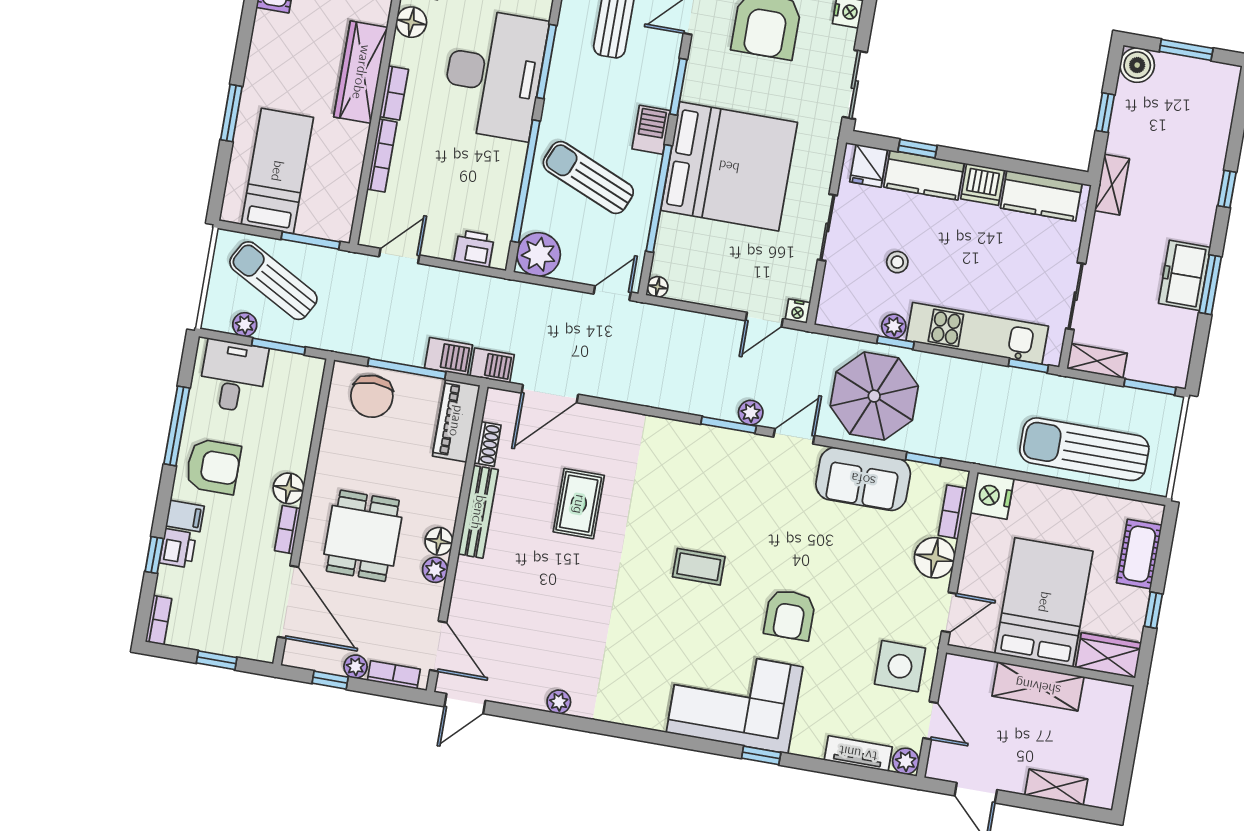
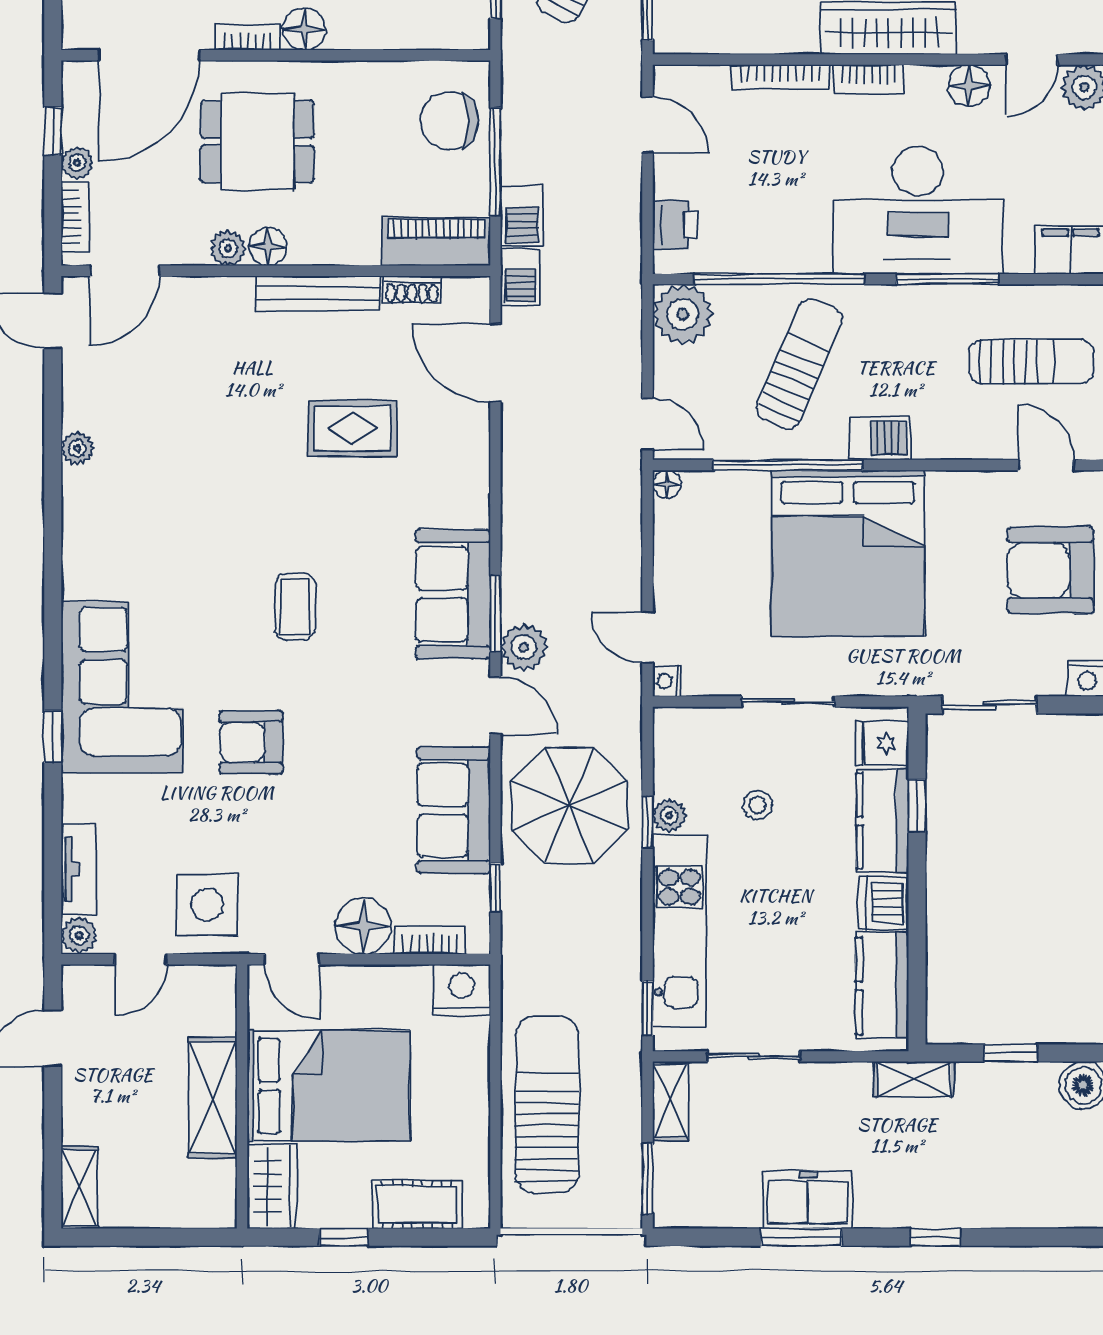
window: (678, 87) -> (944, 465), removed
plant: (751, 413) -> (524, 647), width x1.38, depth x1.38
sofa: (709, 453) -> (453, 594), added
shelving: (1056, 787) -> (80, 1188), moved

